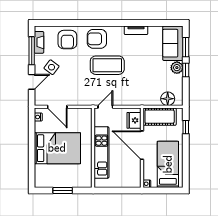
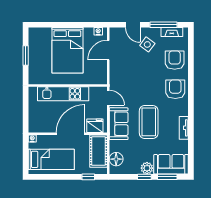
armchair: (67, 40) -> (175, 60), turned 90
coffee table: (107, 65) -> (149, 122), moved
sofa: (132, 96) -> (119, 124), added

